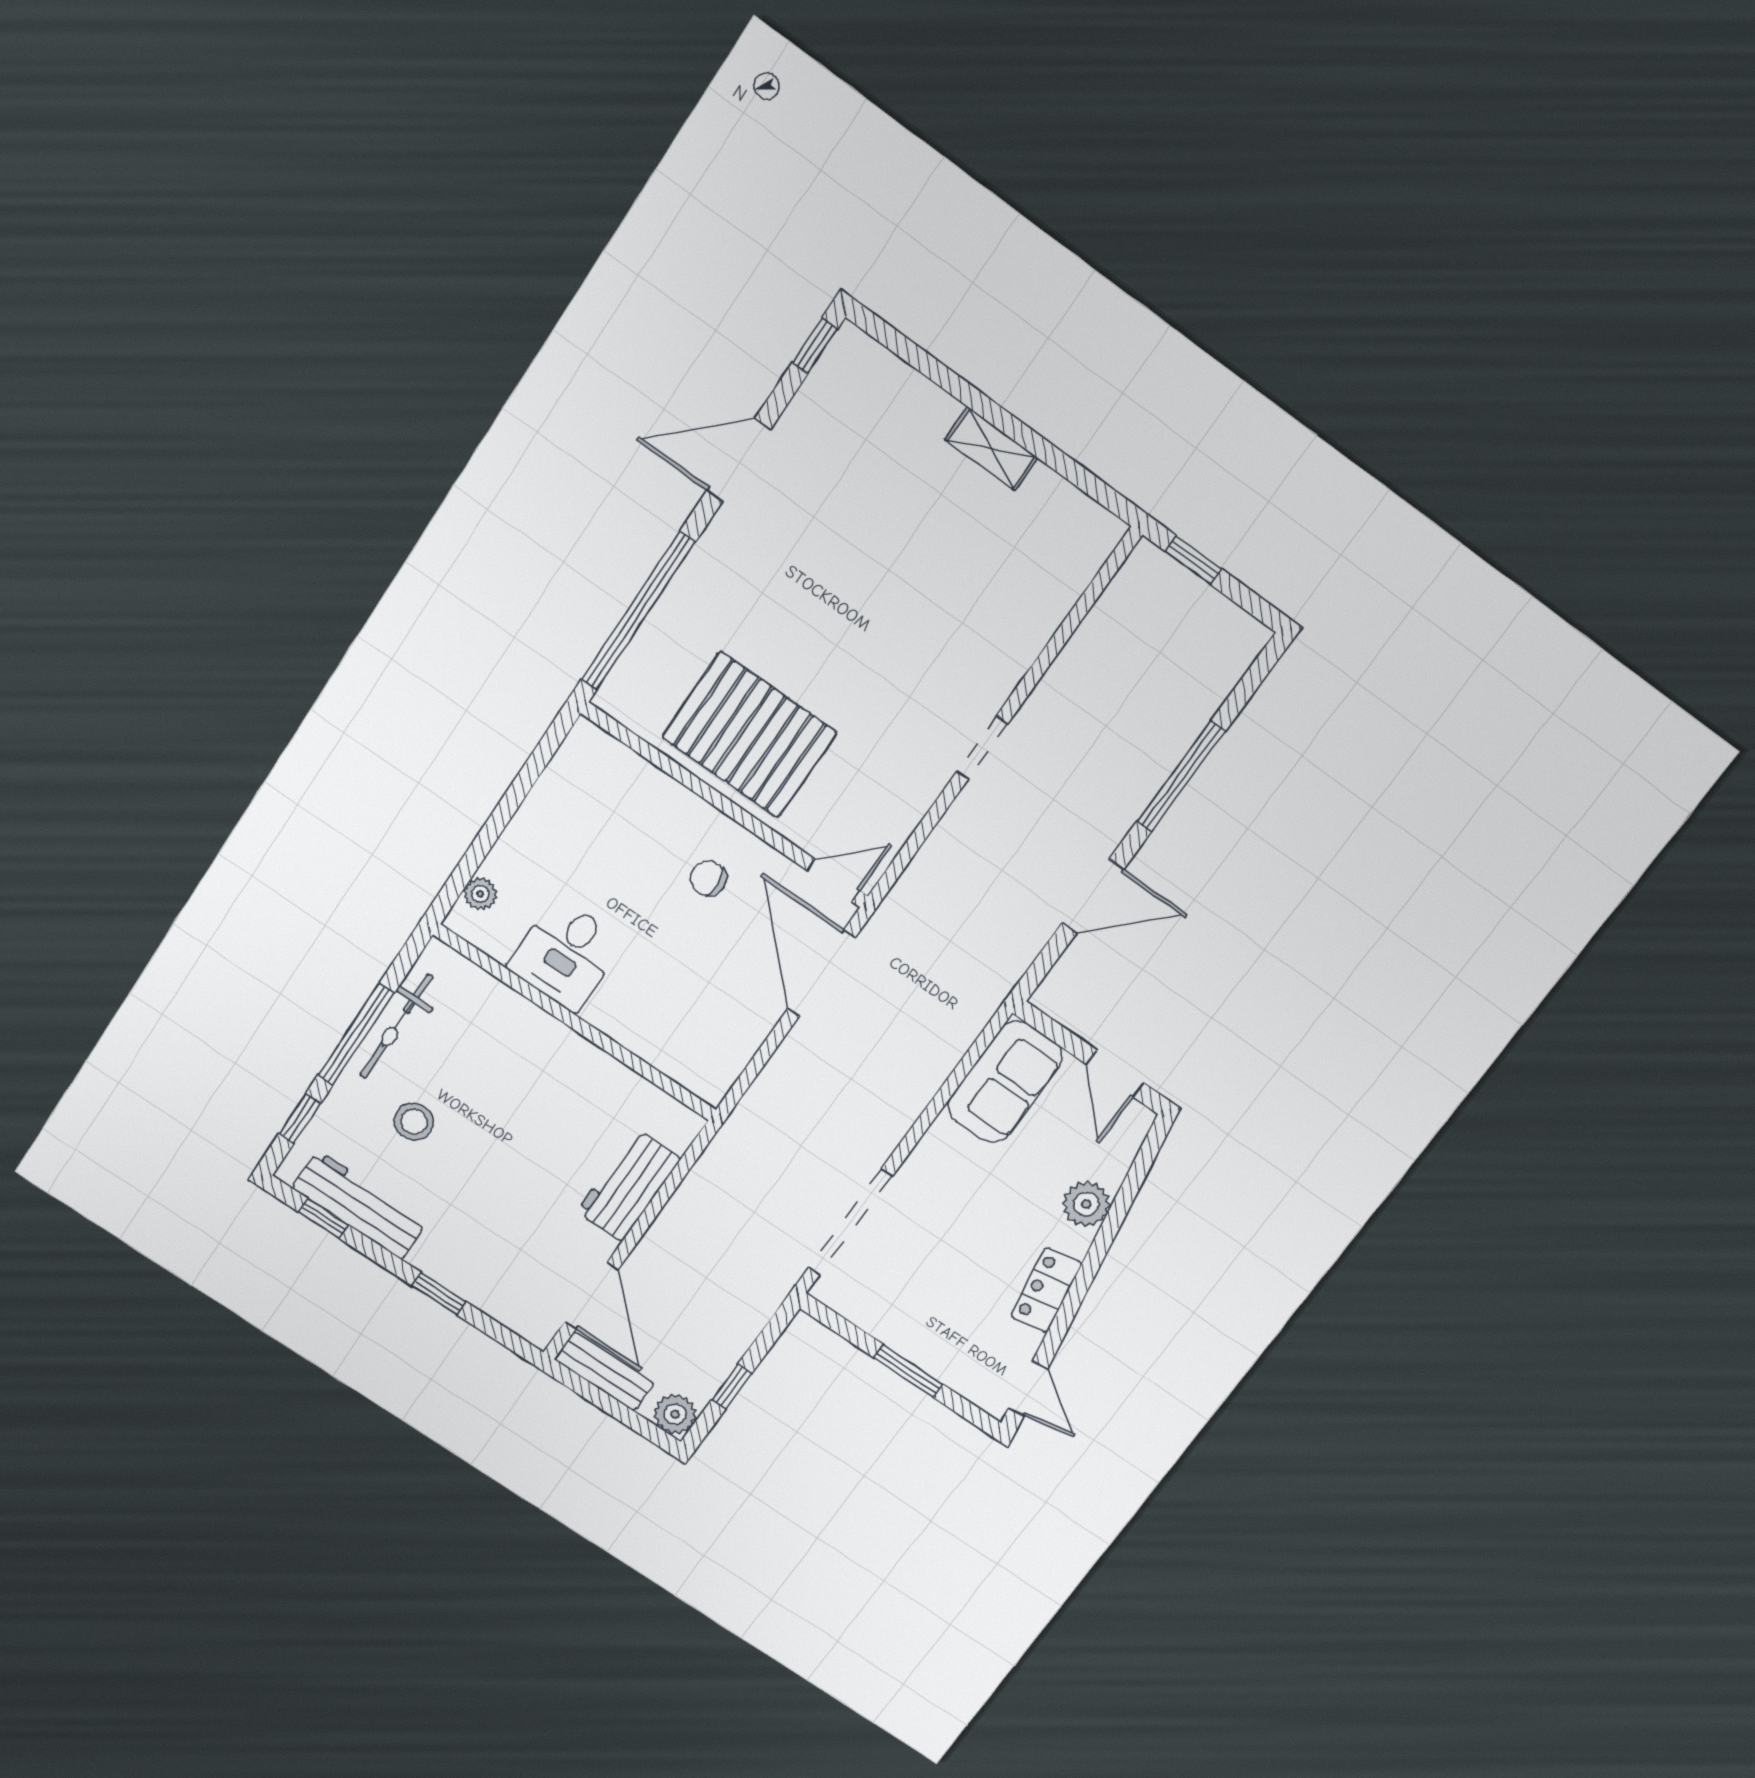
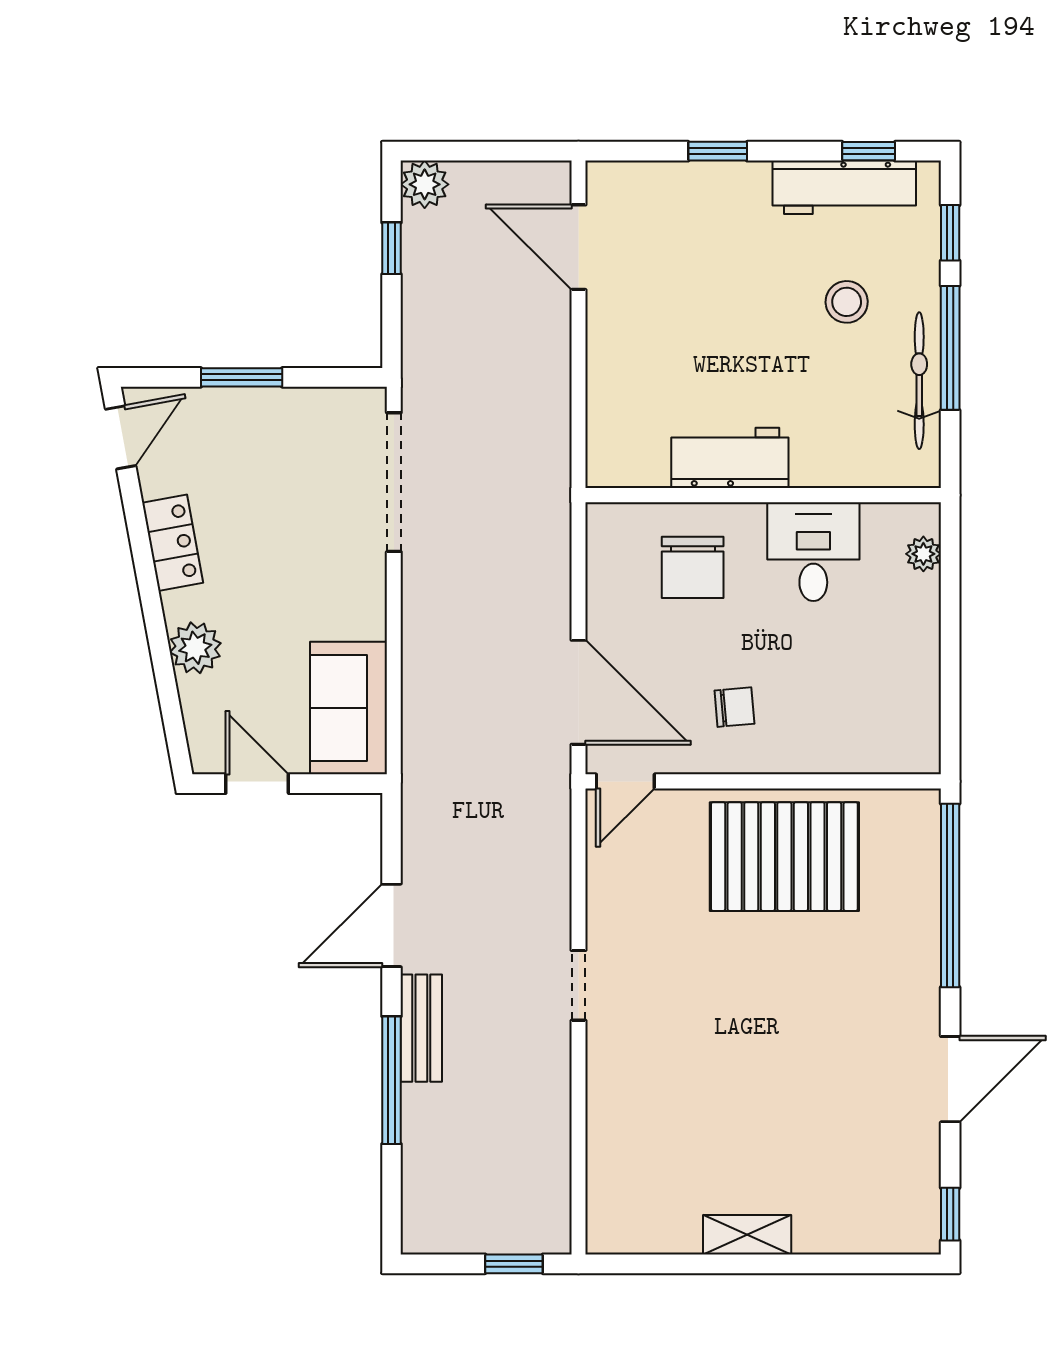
chair: (668, 1006) -> (693, 567), added
workbench: (629, 1185) -> (730, 458), moved, turned -90
bench: (604, 1371) -> (421, 1028), moved, turned 90
door: (1028, 1389) -> (121, 437), swing flipped

